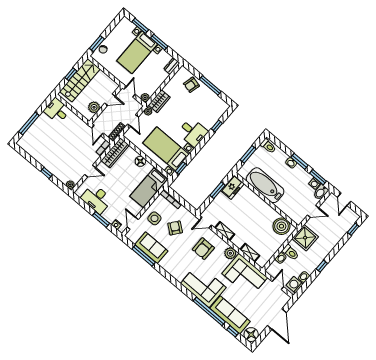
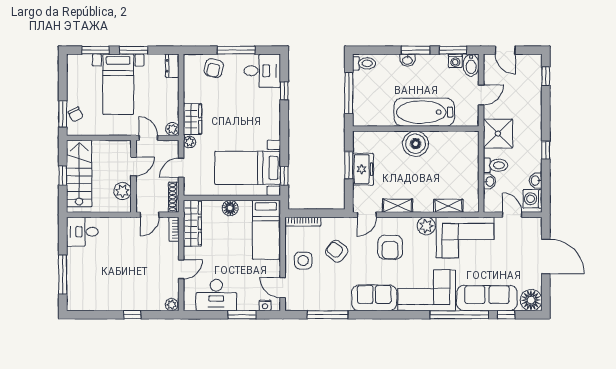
door: (133, 121) -> (181, 168), swing flipped
door: (97, 131) -> (150, 215), hinge flipped
desk: (193, 132) -> (262, 71), moved
window: (248, 154) -> (349, 93), width x1.44
bathtub: (265, 185) -> (424, 112), moved
freezer: (232, 187) -> (363, 169), moved
boiler: (281, 226) -> (416, 144), moved
sofa: (151, 248) -> (374, 298), moved

